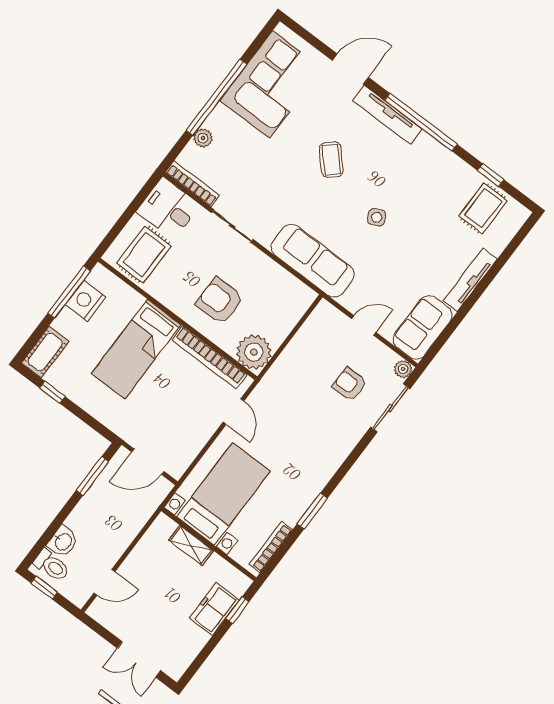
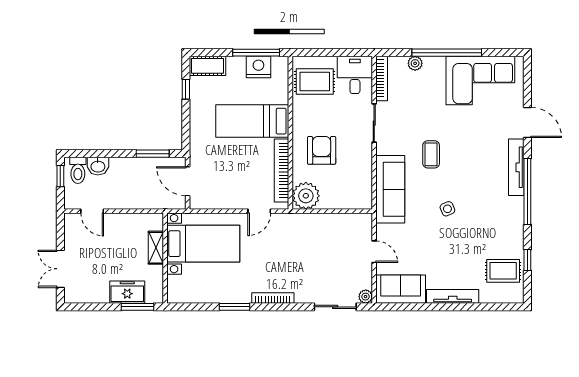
coffee table: (331, 160) -> (431, 154), moved, turned -47
armchair: (350, 384) -> (331, 271), removed
bookcase: (271, 547) -> (273, 298), moved
window: (237, 610) -> (137, 307), width x1.50

